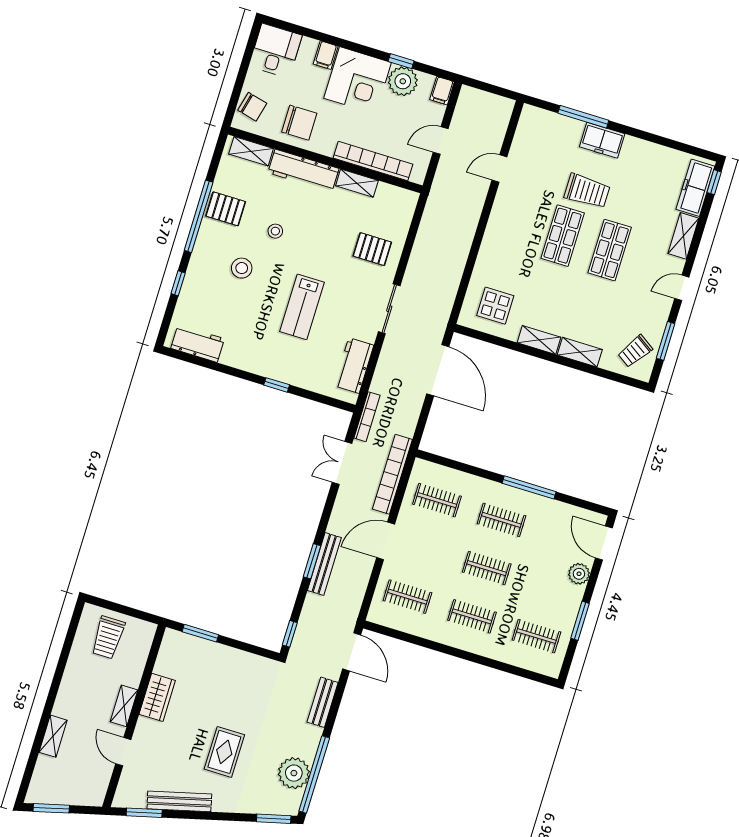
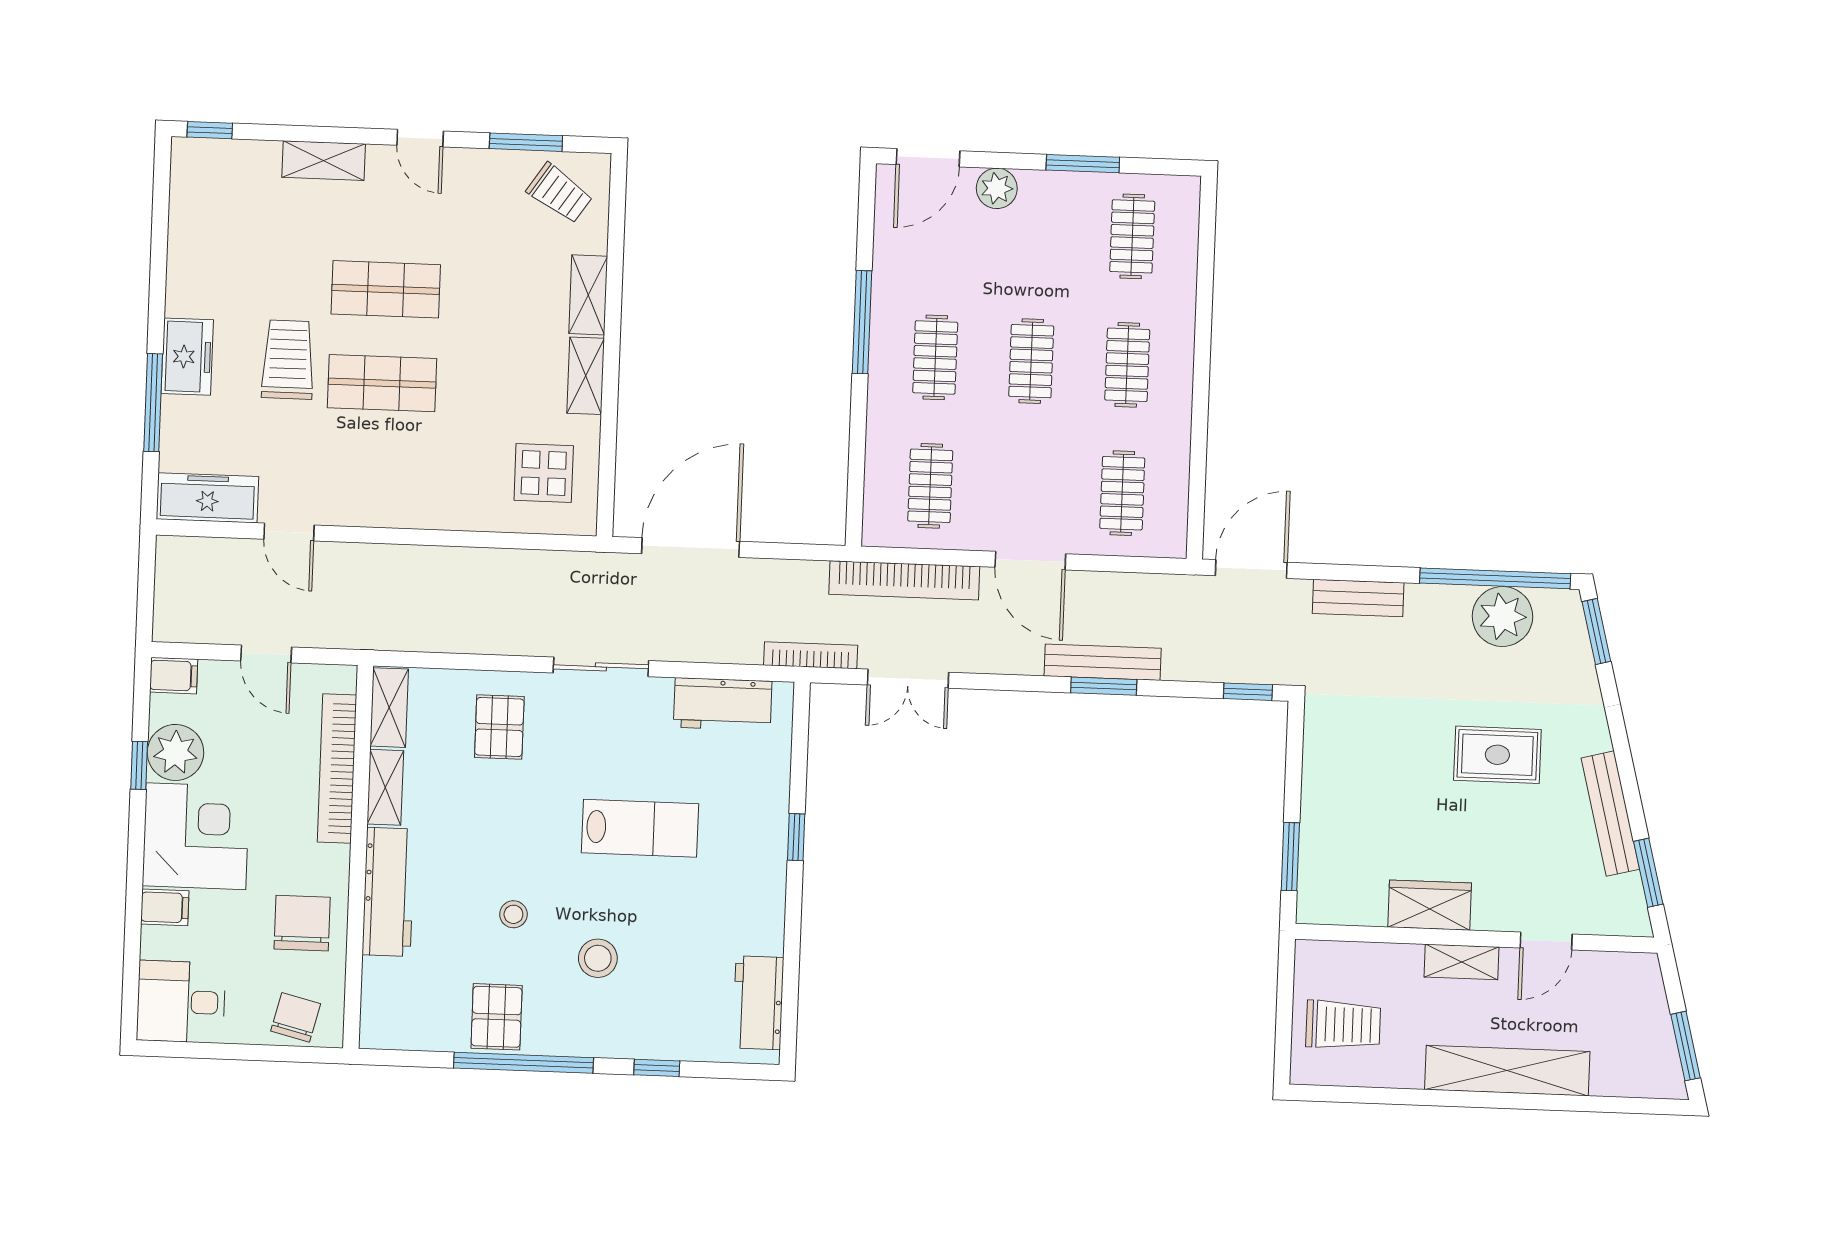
shelving: (251, 151) -> (389, 708), moved
freezer: (695, 188) -> (207, 498), moved, turned 180
shelving: (53, 736) -> (1507, 1071), width x2.20, depth x1.33

